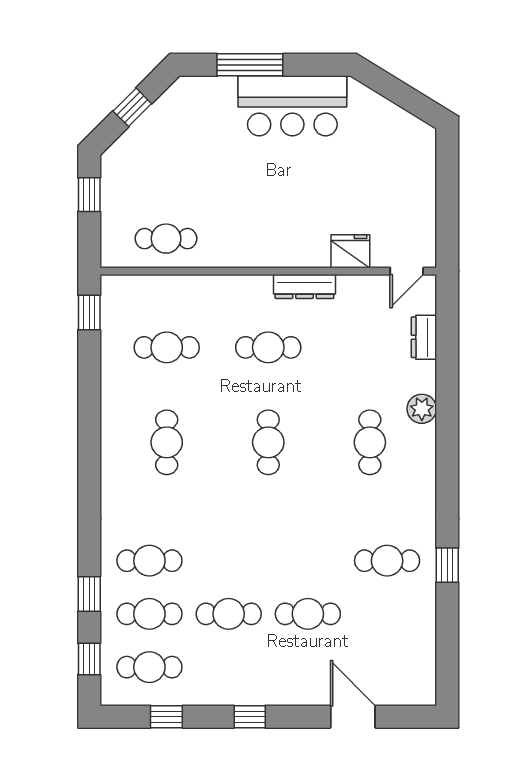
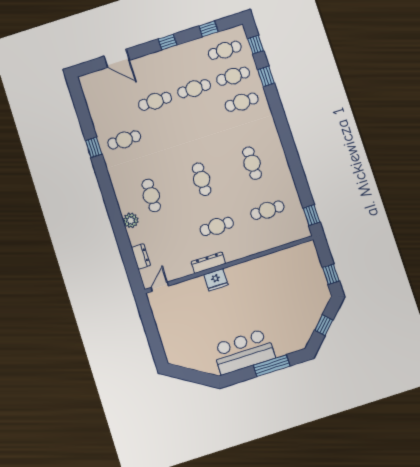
cafe table: (166, 239) -> (285, 264), removed
fridge: (350, 251) -> (216, 280), moved

